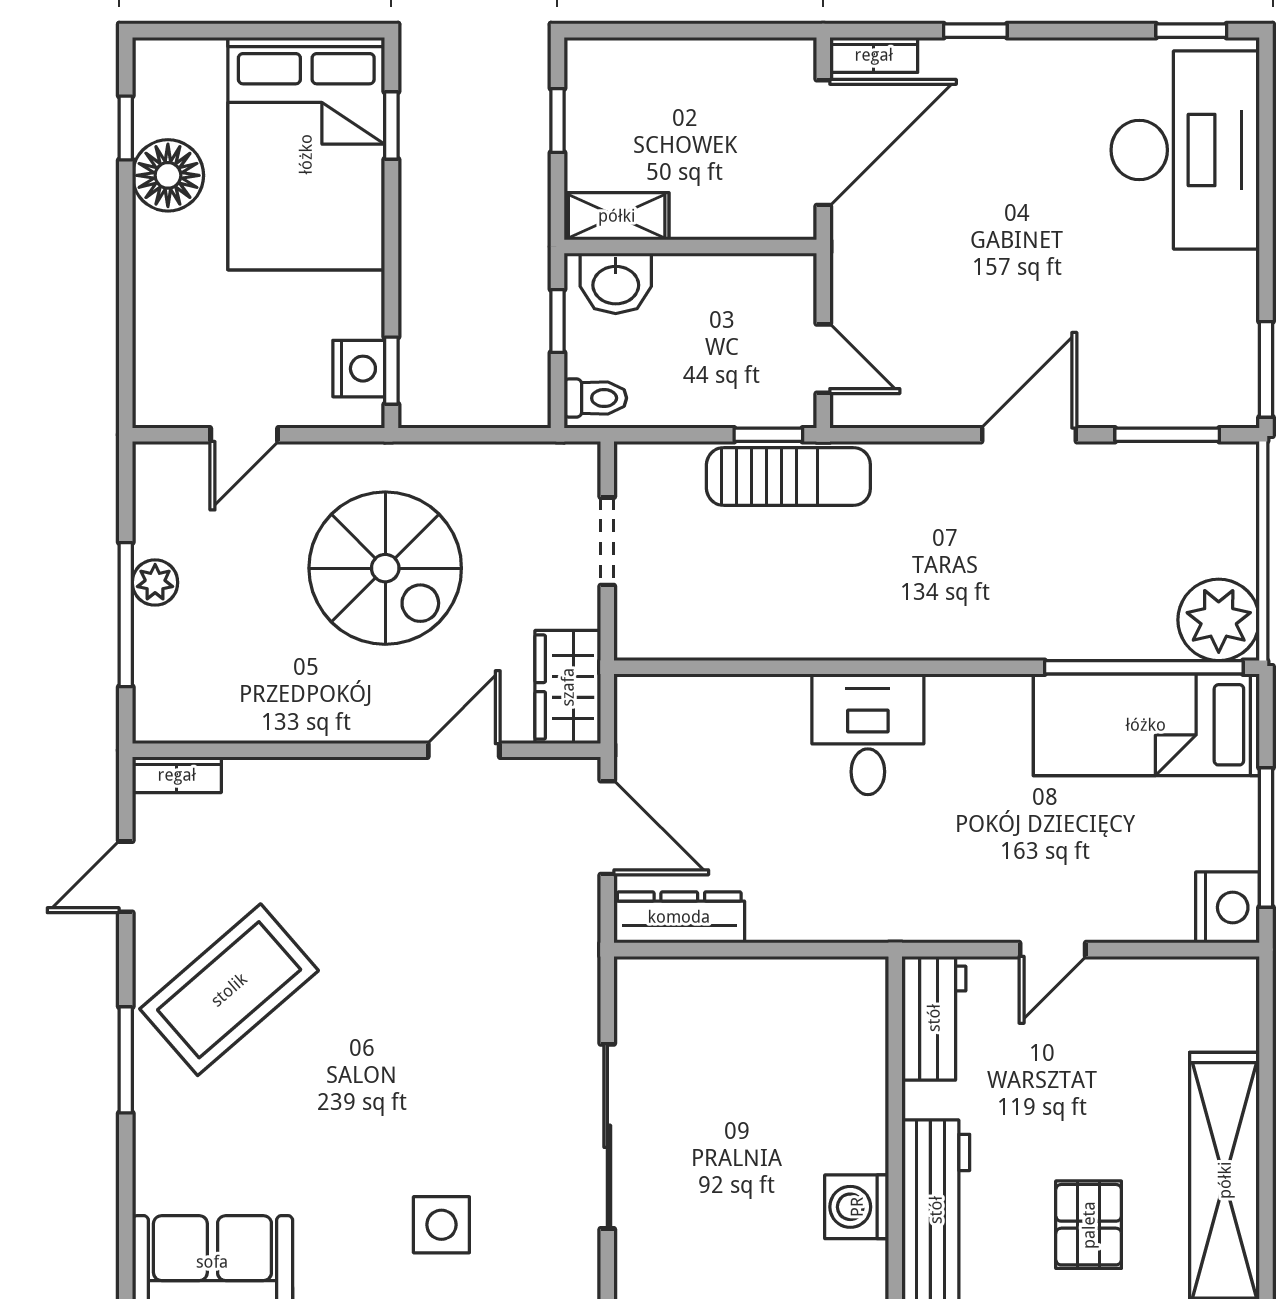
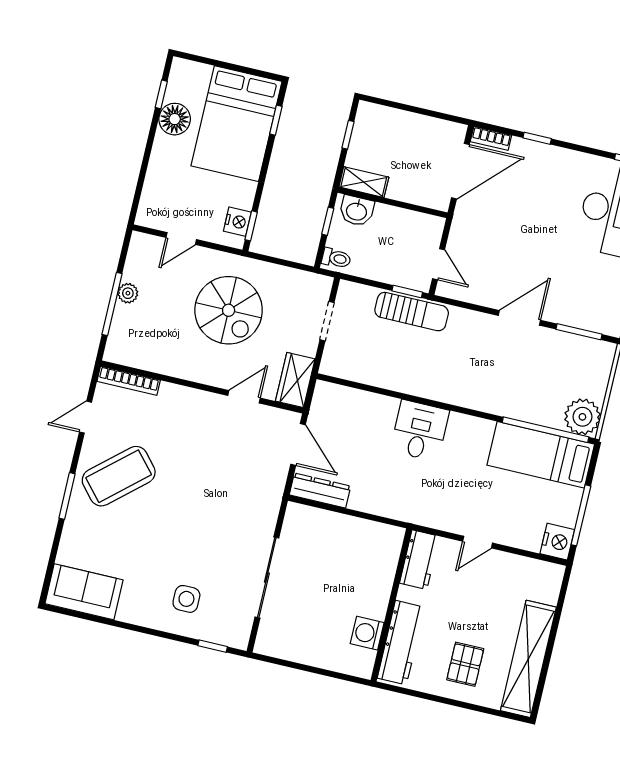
bookcase: (177, 775) -> (129, 381), width x1.56

